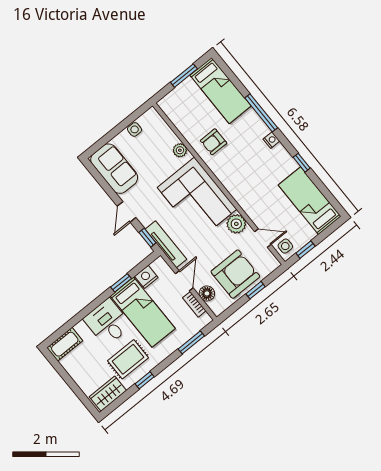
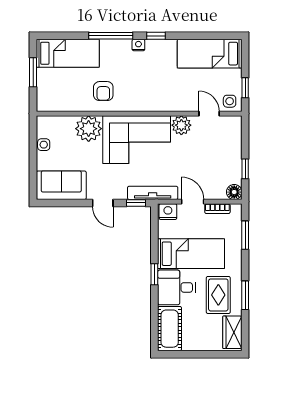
plant: (180, 150) -> (89, 129), width x1.88, depth x1.88
window: (302, 163) -> (156, 36), moved
door: (263, 238) -> (209, 114), hinge flipped
armchair: (235, 274) -> (220, 158), removed
nightstand: (146, 277) -> (168, 212), moved, turned 90
window: (121, 283) -> (154, 274), moved
window: (256, 290) -> (245, 169), moved
floor lamp: (207, 293) -> (234, 192), moved
cot: (65, 344) -> (170, 329), width x1.37, depth x1.34
window: (145, 380) -> (245, 295), width x1.50

